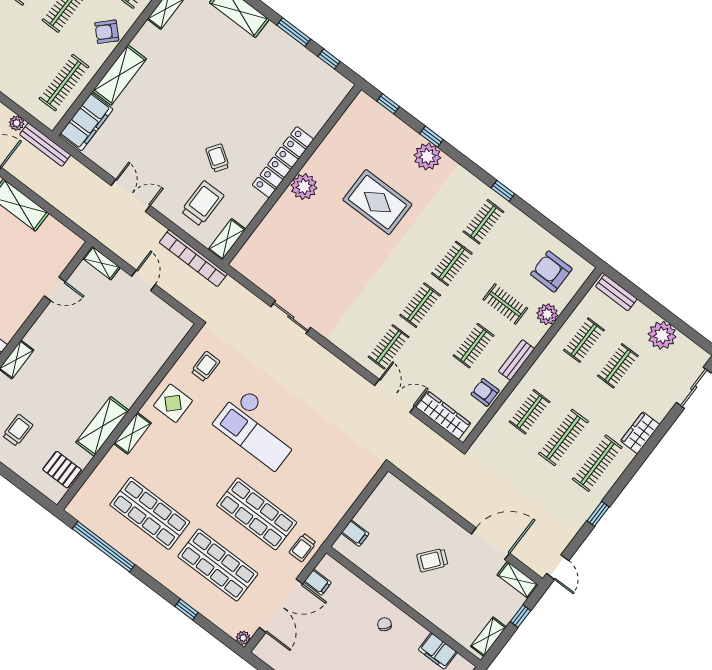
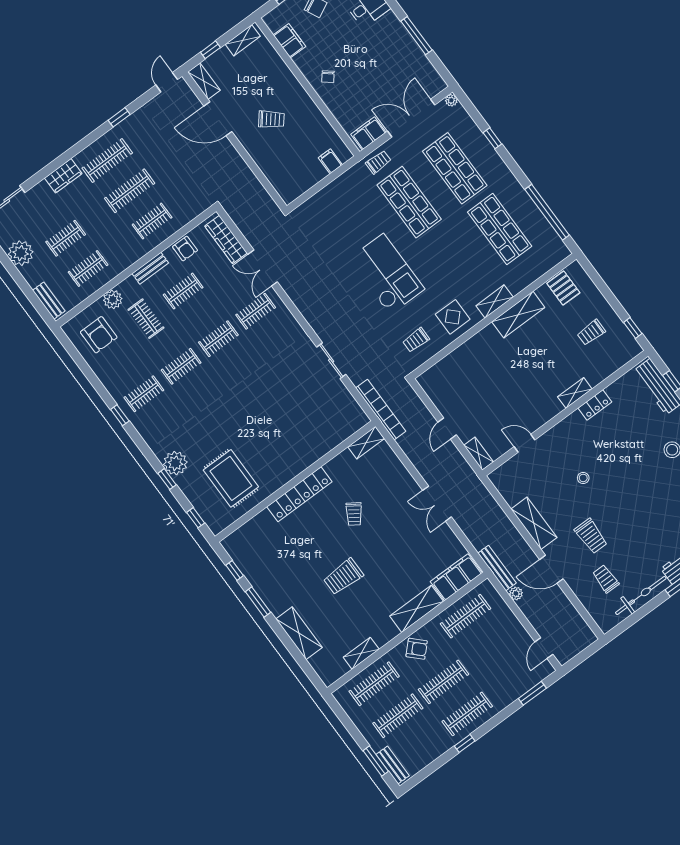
plant: (304, 187) -> (288, 468), removed
rug: (377, 202) -> (231, 478), moved
trolley: (202, 203) -> (343, 577), moved
bookcase: (193, 258) -> (381, 410), moved
filing cabinet: (318, 582) -> (368, 133), width x2.00

